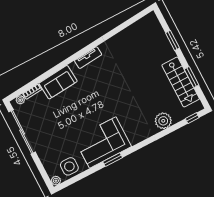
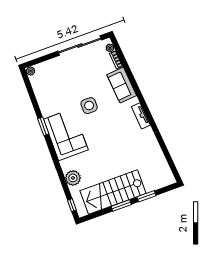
window: (191, 77) -> (121, 205), moved
stairs: (181, 82) -> (113, 192), width x1.36, depth x1.51
corner sofa: (103, 143) -> (66, 135), moved
side table: (69, 166) -> (89, 106), moved

